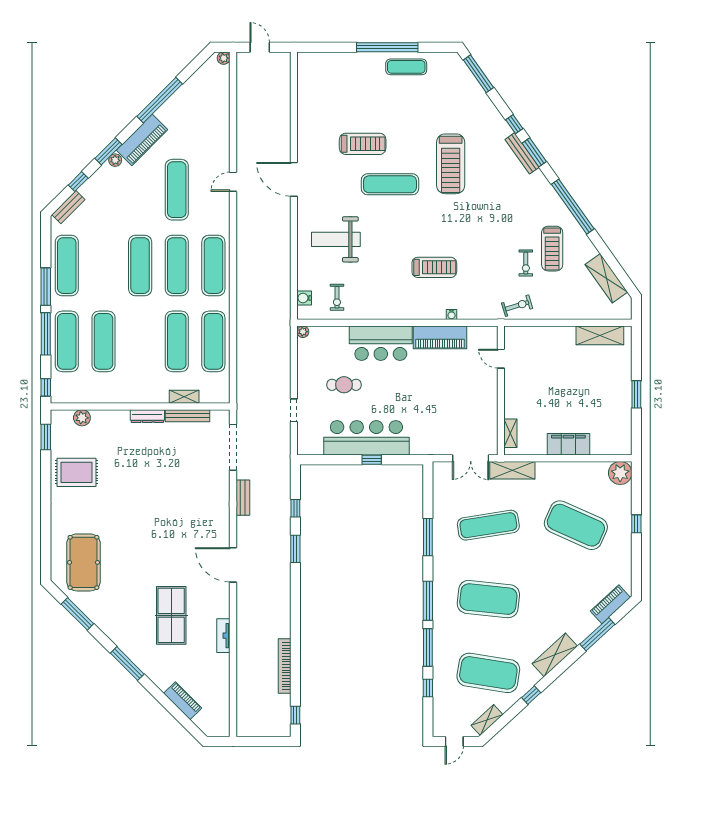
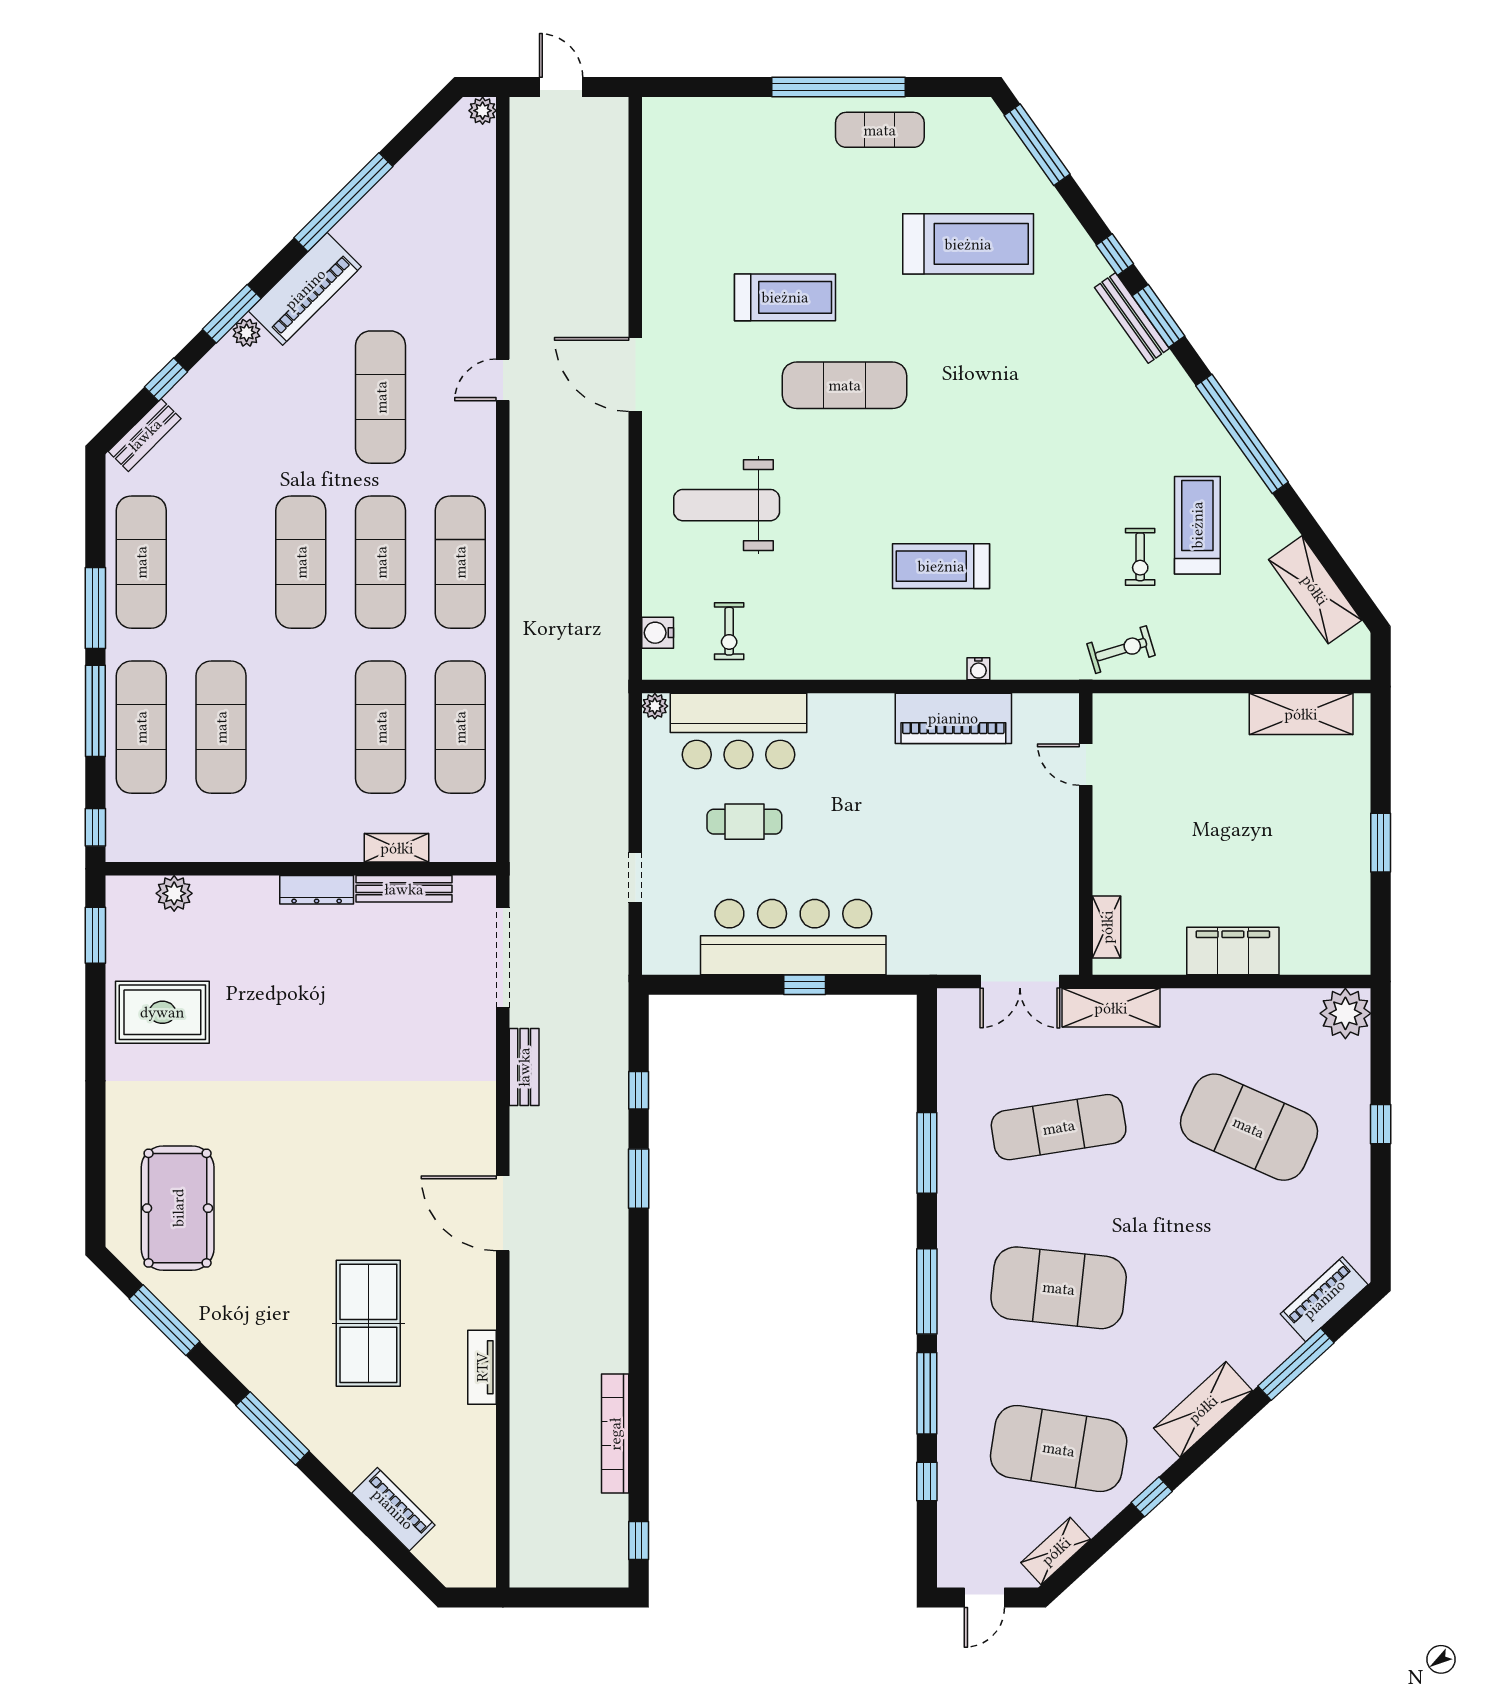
treadmill: (451, 164) -> (968, 244), moved, turned -90
treadmill: (552, 249) -> (1197, 525), turned 180
treadmill: (434, 267) -> (941, 566), turned 180
bar counter: (381, 343) -> (738, 731), moved

